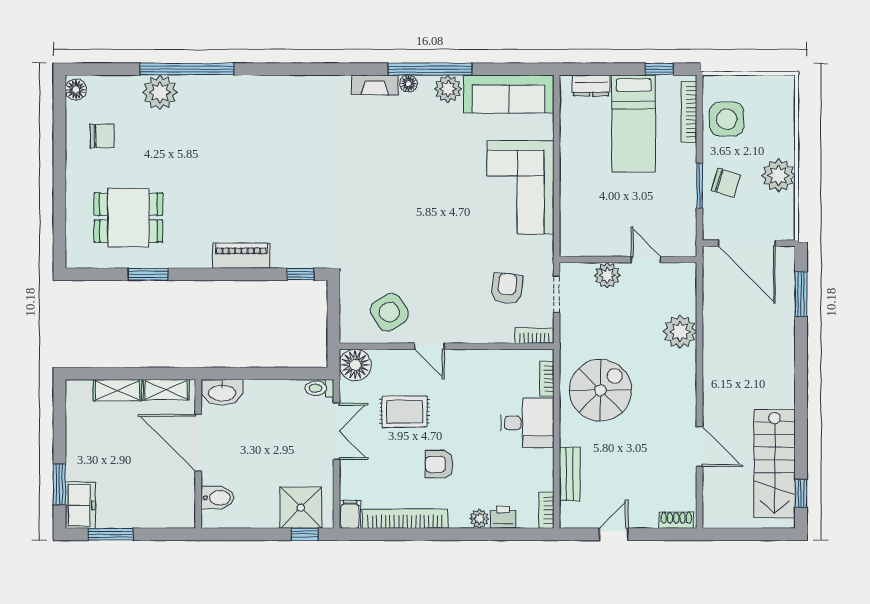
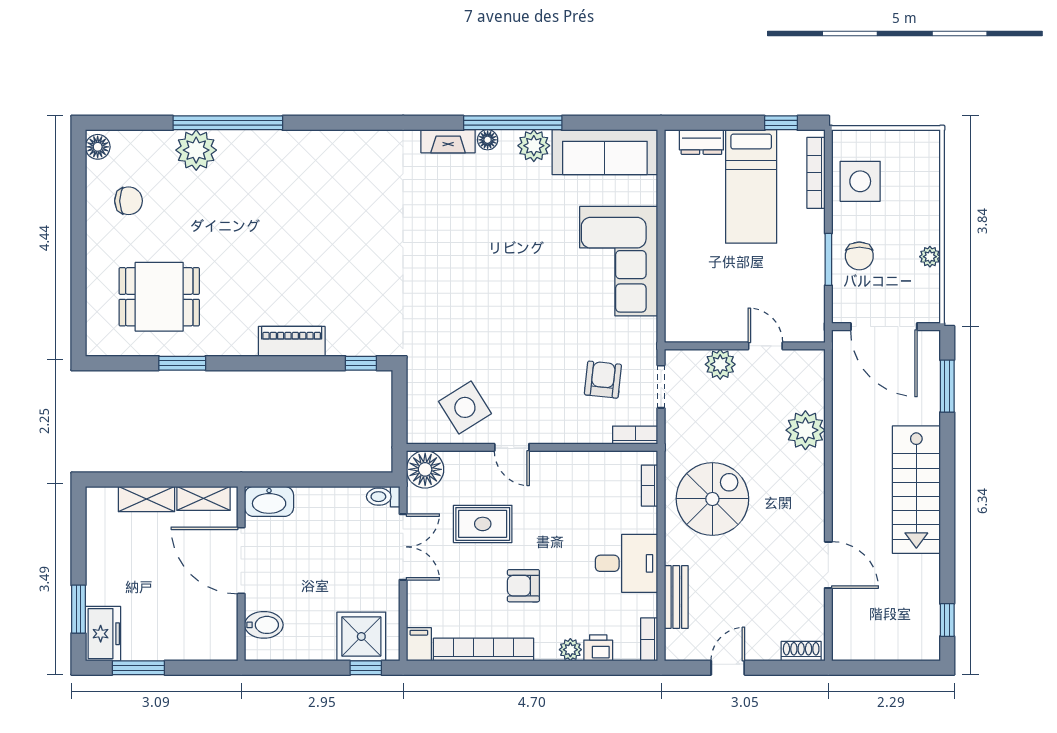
plant: (778, 176) -> (930, 257), width x0.53, depth x0.53
chair: (726, 183) -> (859, 256), turned 73
desk: (527, 423) -> (627, 563), moved
stairs: (775, 464) -> (916, 490), moved

